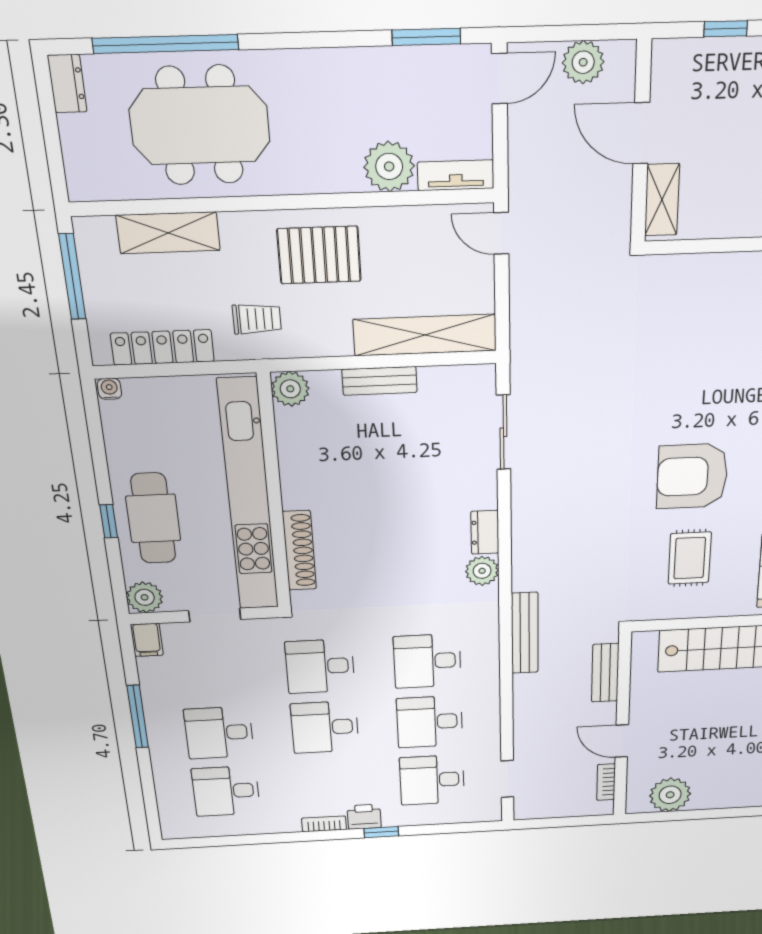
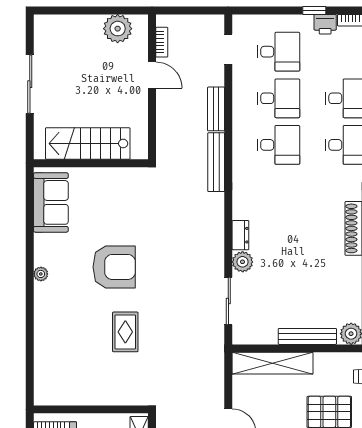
bench: (380, 381) -> (307, 336), width x1.36
rug: (690, 558) -> (125, 332), moved
plant: (482, 571) -> (243, 262), moved
bench: (605, 673) -> (216, 109), moved

